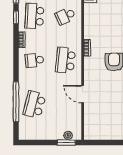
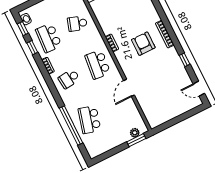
school desk: (65, 16) -> (77, 24), turned 42
door: (83, 94) -> (129, 88), hinge flipped

